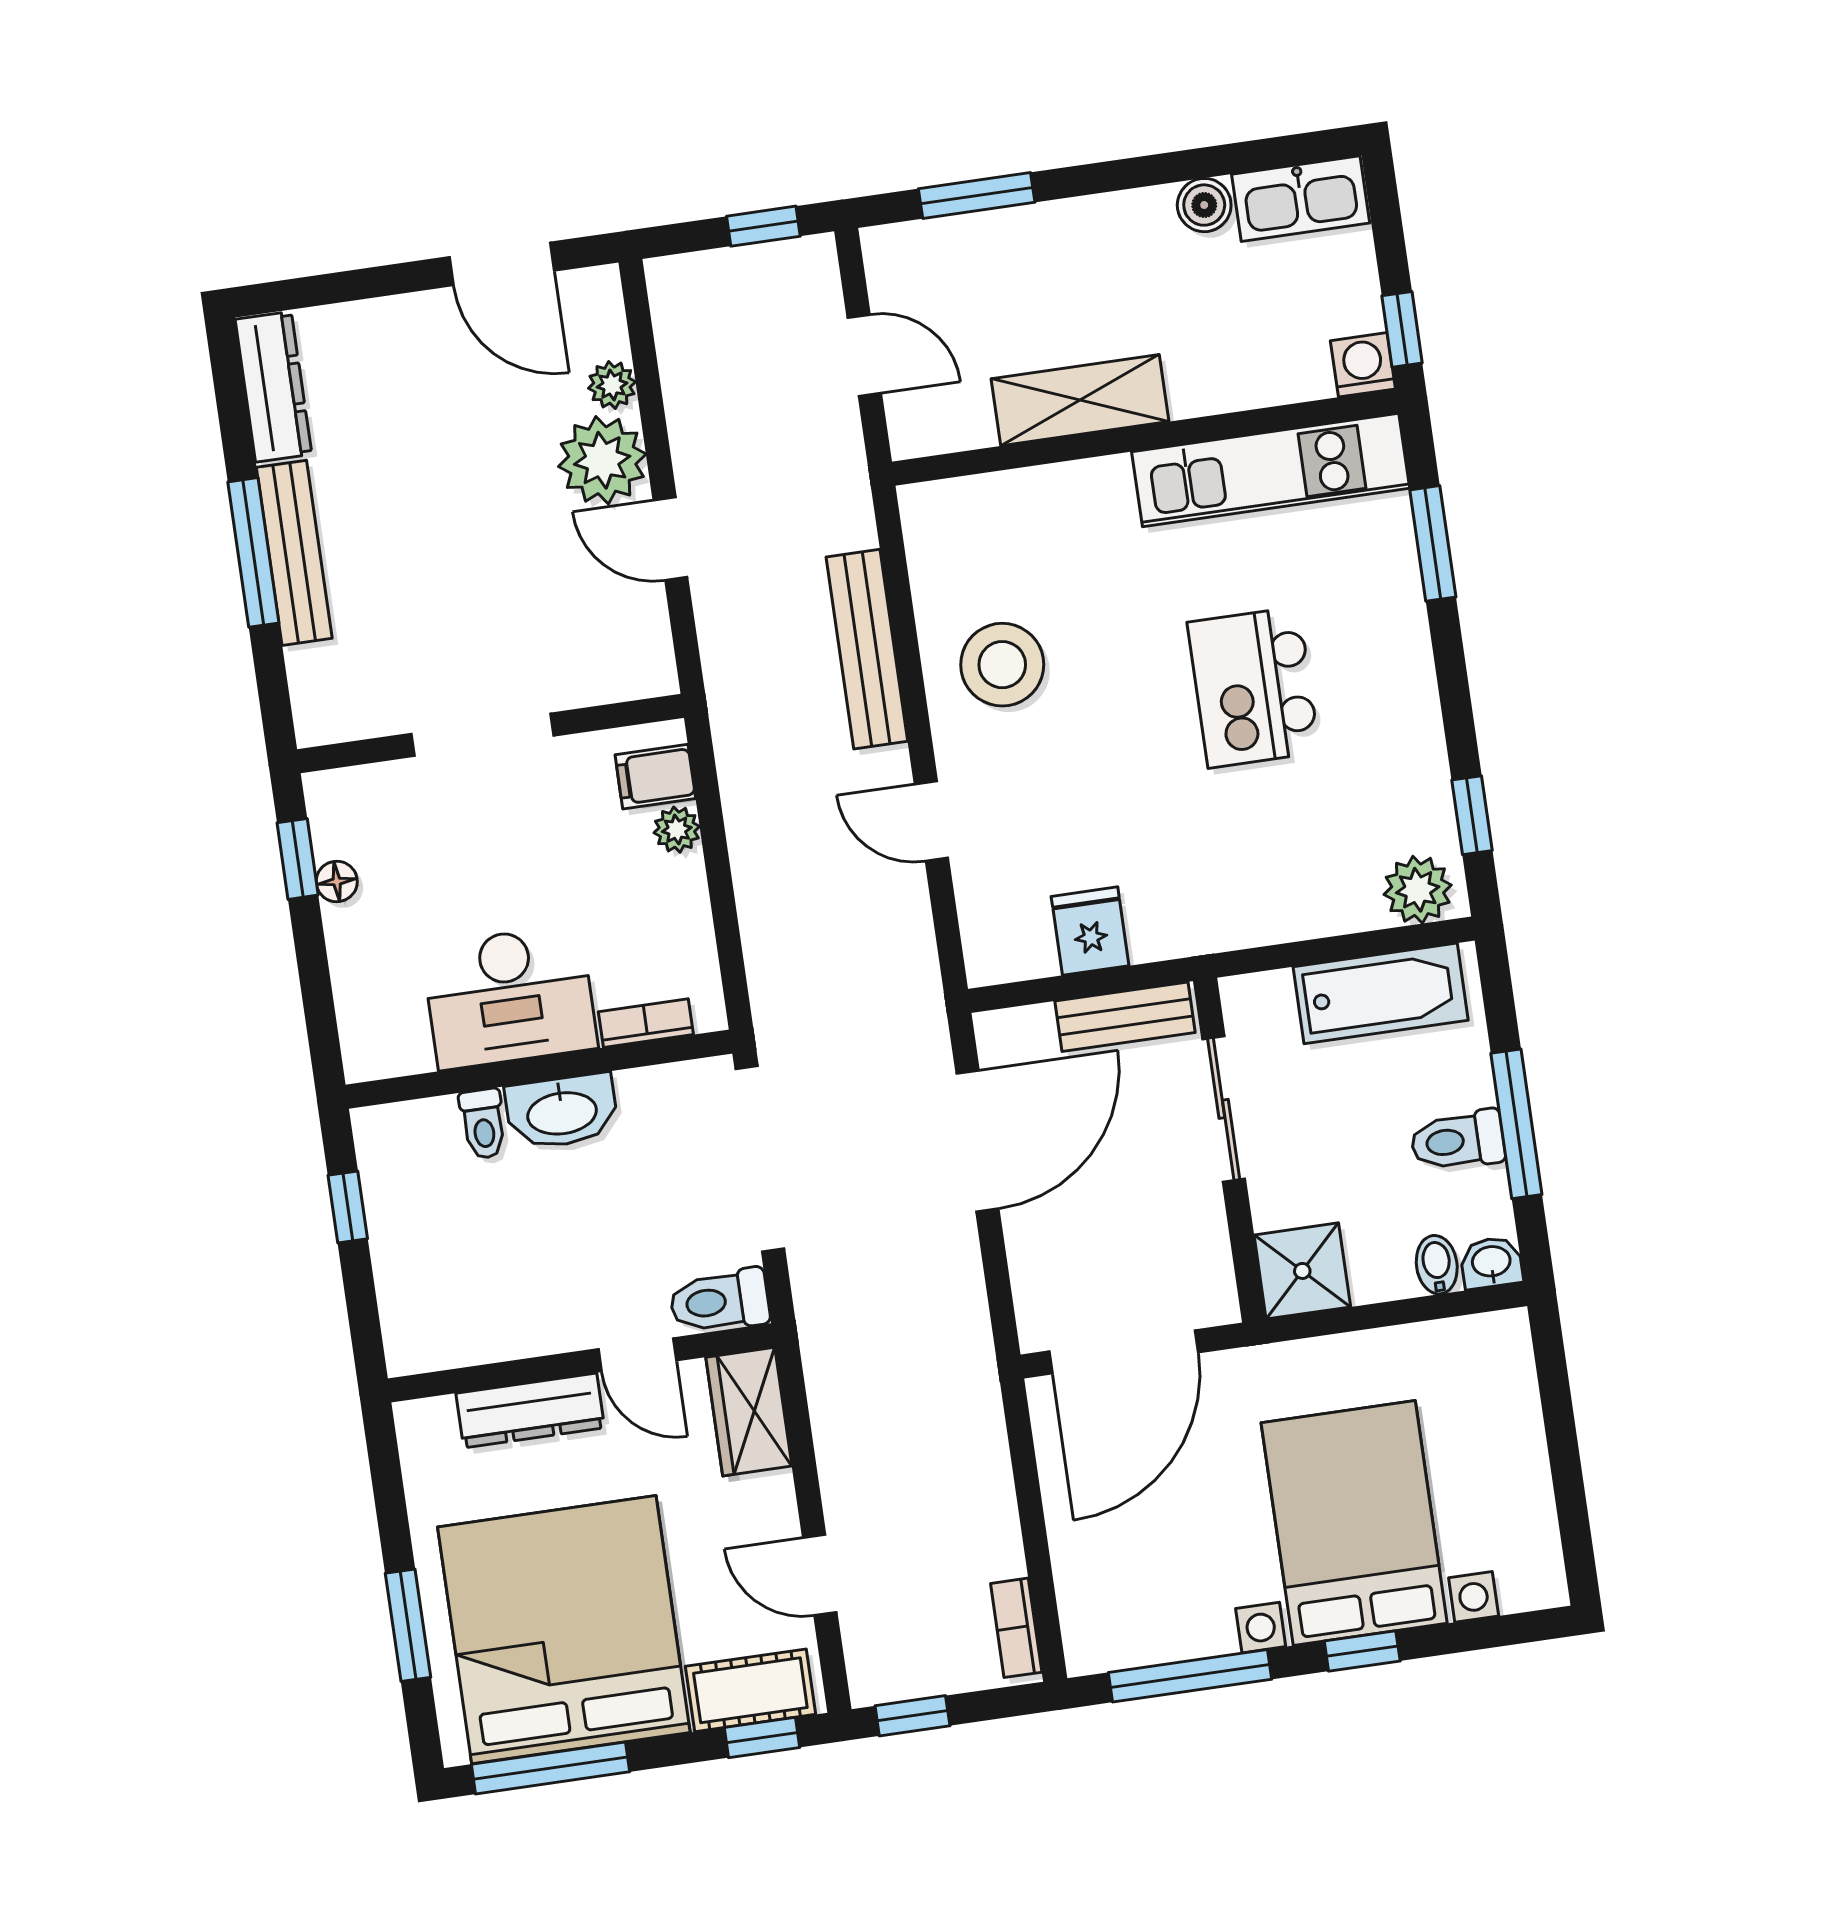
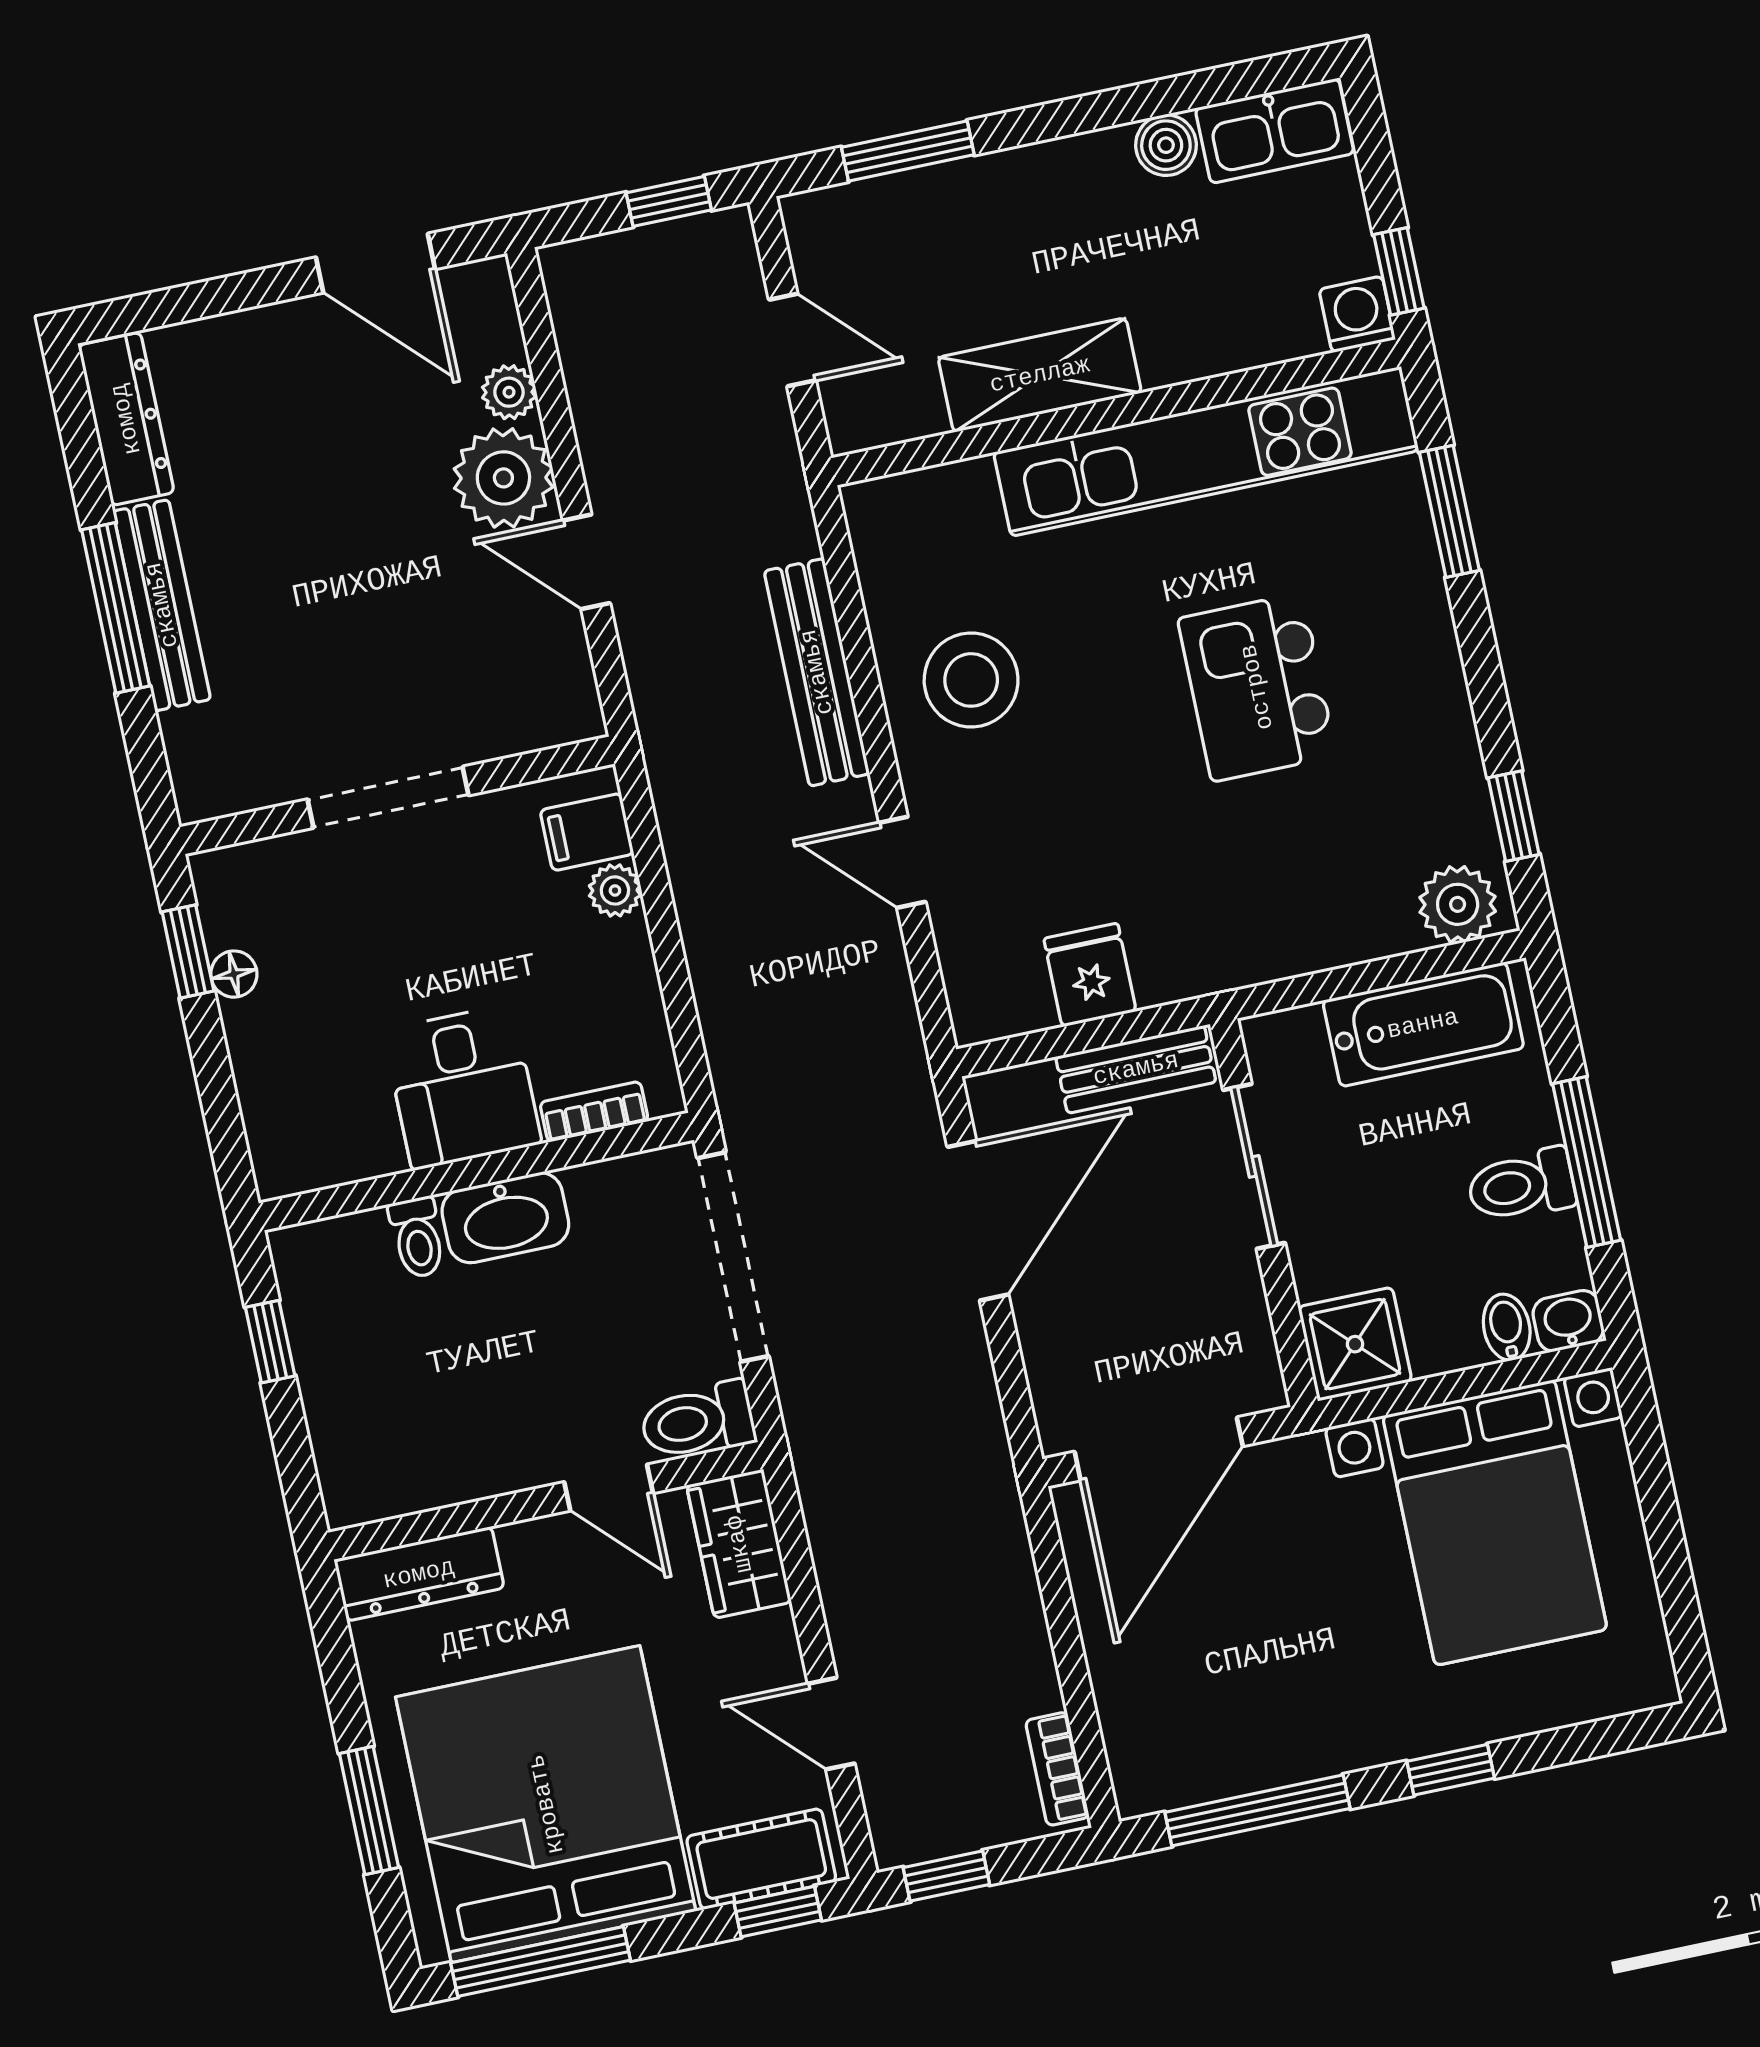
kitchen unit: (1271, 470) -> (1206, 451), width x1.36
desk: (510, 997) -> (462, 1087), width x0.73
dresser: (530, 1411) -> (419, 1574), moved
bed with nightstands: (1354, 1523) -> (1495, 1523), moved, turned 180

